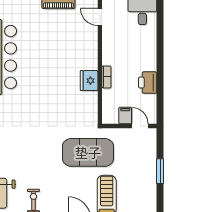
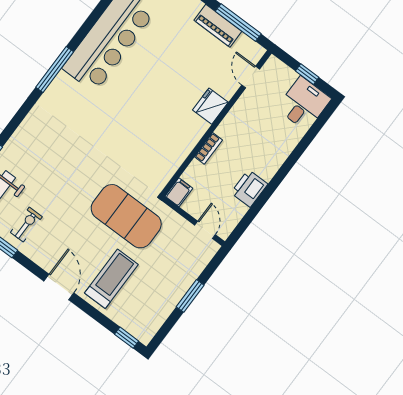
fridge: (89, 81) -> (210, 106), moved
filing cabinet: (125, 115) -> (179, 192), moved

